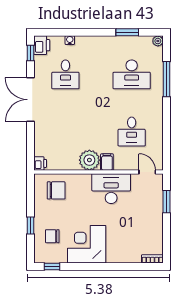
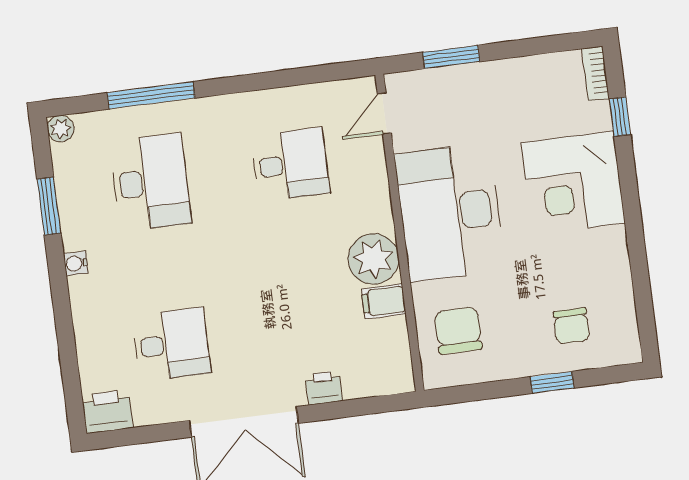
water cooler: (70, 40) -> (76, 263), moved
window: (31, 53) -> (130, 436), removed
filing cabinet: (107, 162) -> (384, 301), moved
printer: (40, 163) -> (324, 388), moved
desk: (111, 189) -> (450, 212), width x1.36, depth x1.30
corner desk: (87, 244) -> (573, 183), moved
window: (52, 266) -> (620, 117), moved

